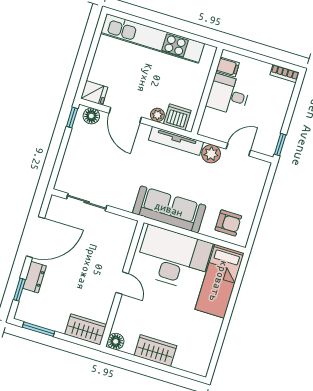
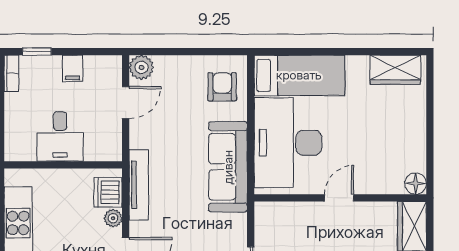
filing cabinet: (228, 67) -> (73, 68), moved, turned 180
window: (280, 145) -> (37, 52), moved
door: (238, 150) -> (126, 103), swing flipped
plant: (211, 154) -> (141, 67), moved
wardrobe: (155, 351) -> (395, 70), moved, turned -90

